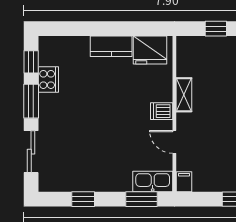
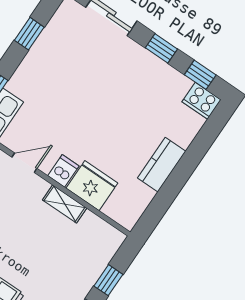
fridge: (150, 50) -> (92, 186), moved, turned 90
cooker: (48, 79) -> (201, 101), moved
window: (31, 101) -> (161, 48), width x0.67

